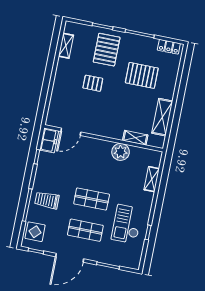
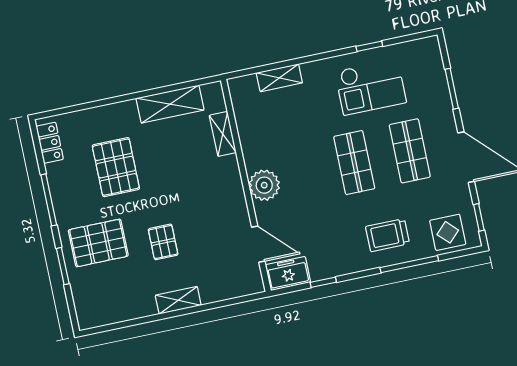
shelving: (66, 46) -> (178, 300), moved
plant: (121, 152) -> (264, 185), moved
trolley: (47, 200) -> (388, 235), turned 90

